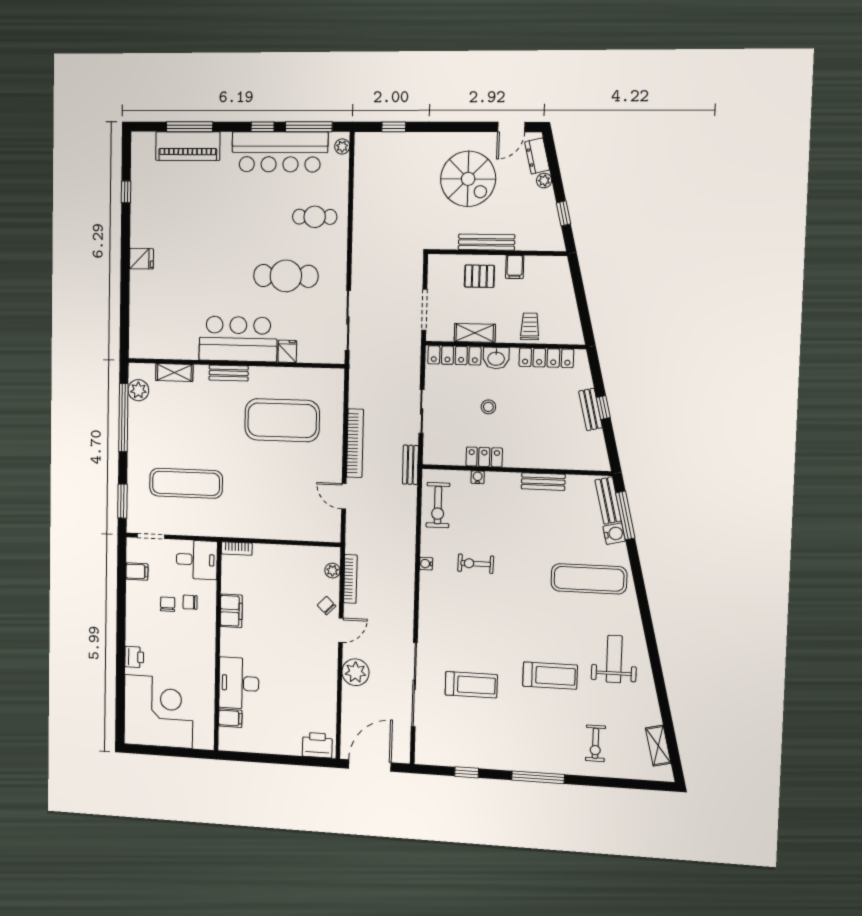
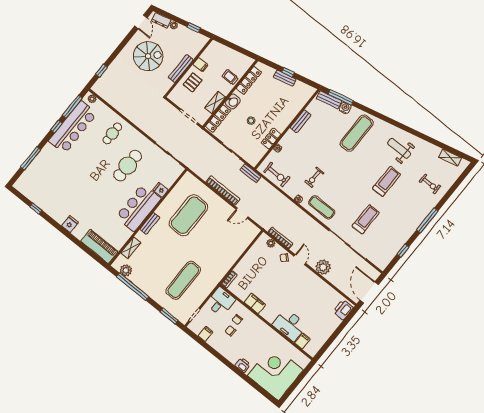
piano: (188, 146) -> (99, 246), moved, turned -90
exercise mat: (440, 607) -> (322, 207), added

